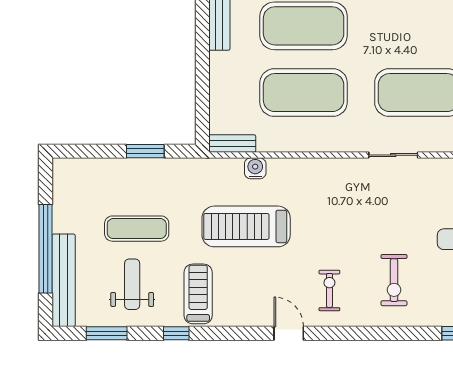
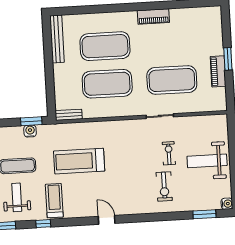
window: (145, 151) -> (31, 121), moved
water cooler: (255, 168) -> (30, 131), moved
exercise bike: (329, 290) -> (169, 153), moved

